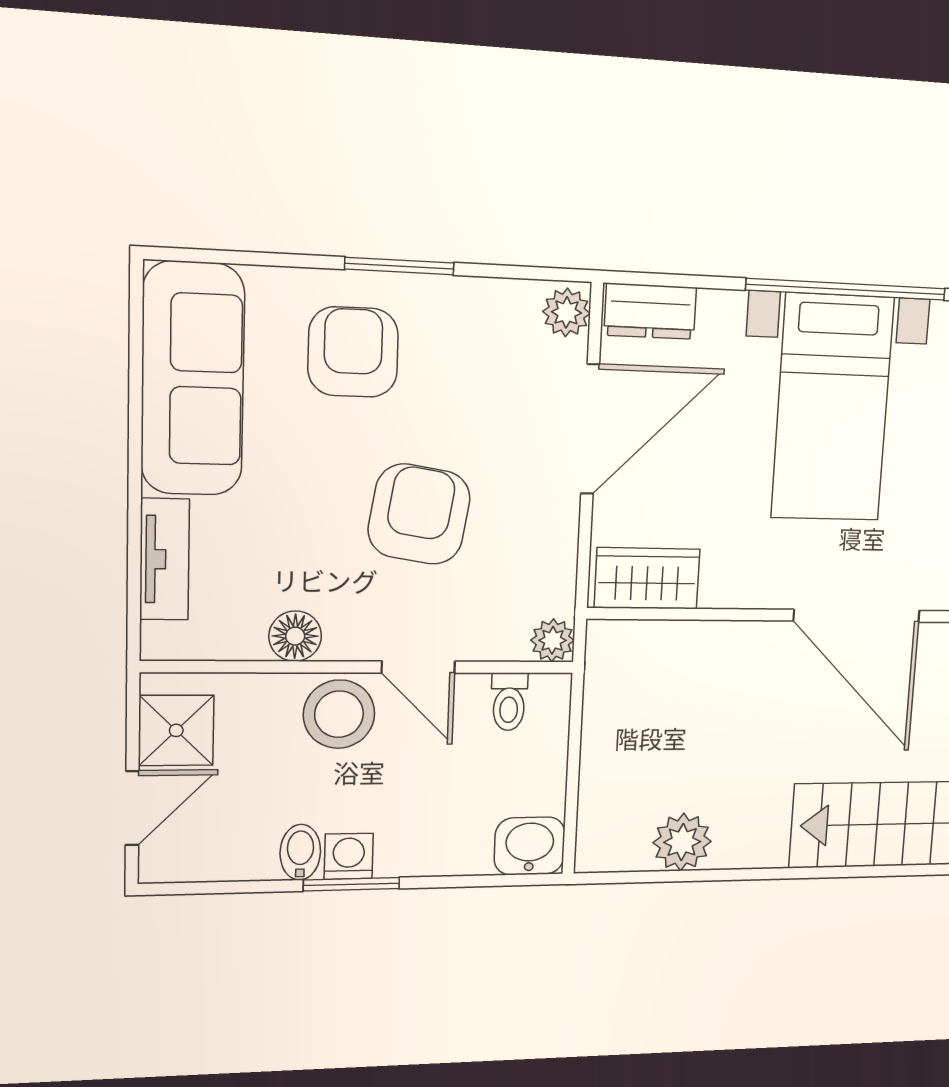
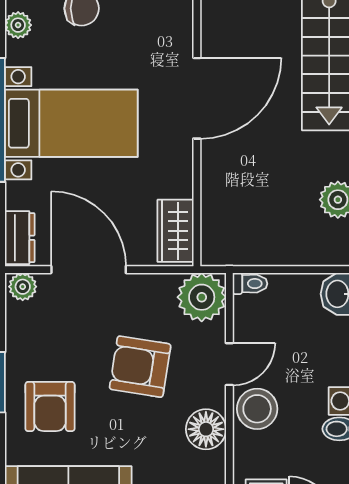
armchair: (353, 352) -> (50, 407), turned -90
floor lamp: (295, 636) -> (206, 429), width x1.38, depth x1.38
plant: (553, 640) -> (202, 297), width x1.88, depth x1.88
toilet: (509, 702) -> (250, 284), moved

